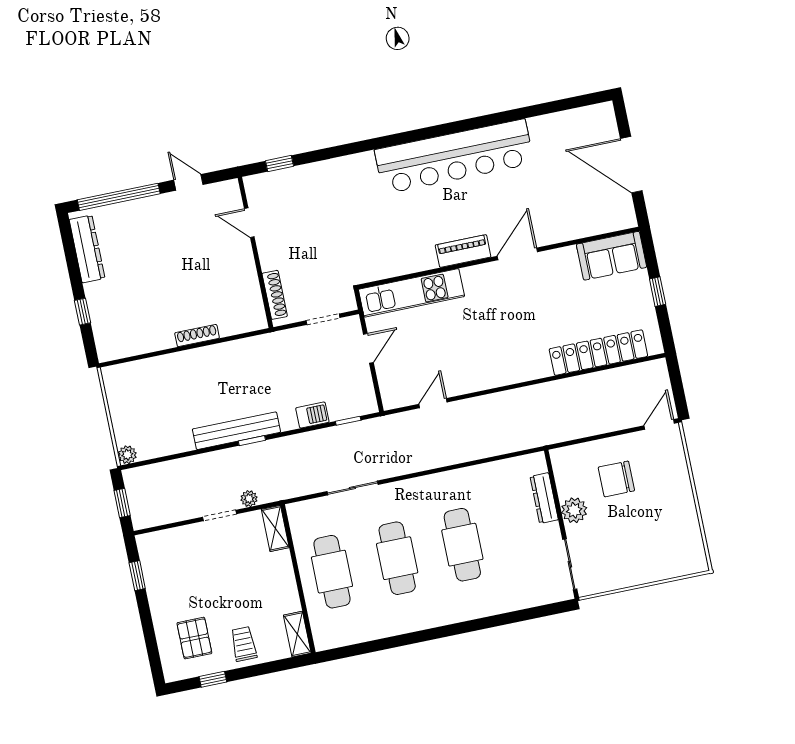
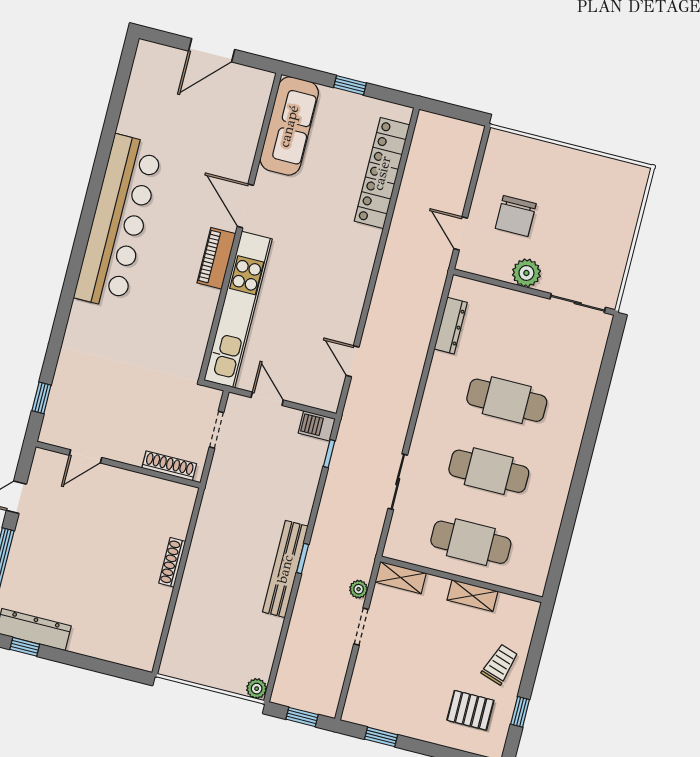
door: (631, 165) -> (212, 50), width x0.73
sofa: (612, 256) -> (289, 126), width x1.36
kitchen unit: (411, 293) -> (238, 310), width x1.36
window: (82, 312) -> (25, 647), moved
barbecue: (312, 415) -> (317, 426), moved, turned -90
door: (659, 424) -> (461, 233), moved
dresser: (544, 498) -> (451, 326), moved, turned -90
shelving: (297, 634) -> (473, 596), moved
trolley: (244, 644) -> (500, 664), turned 108

